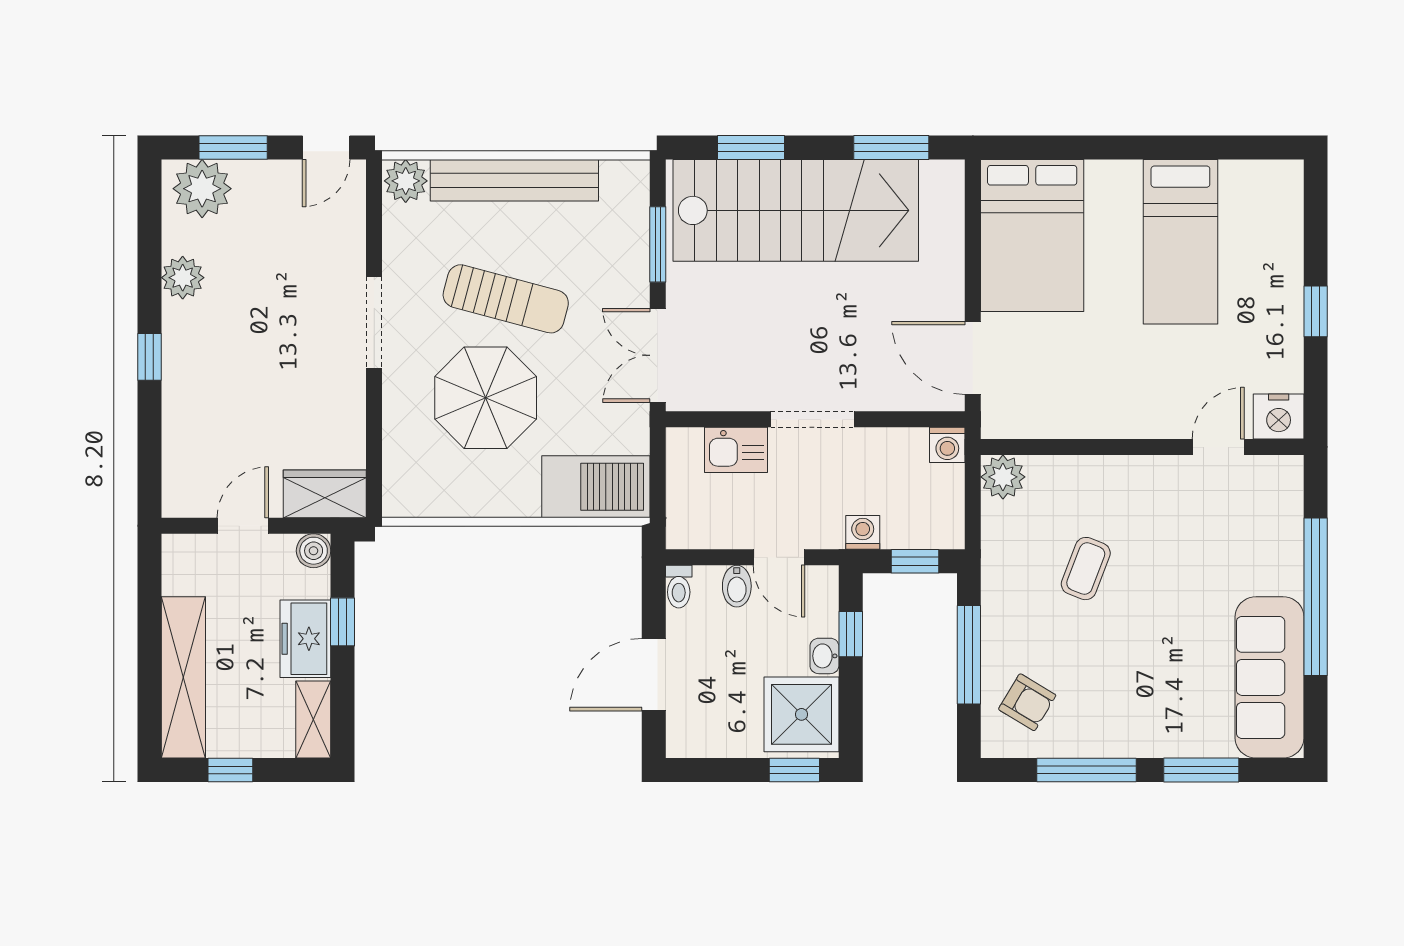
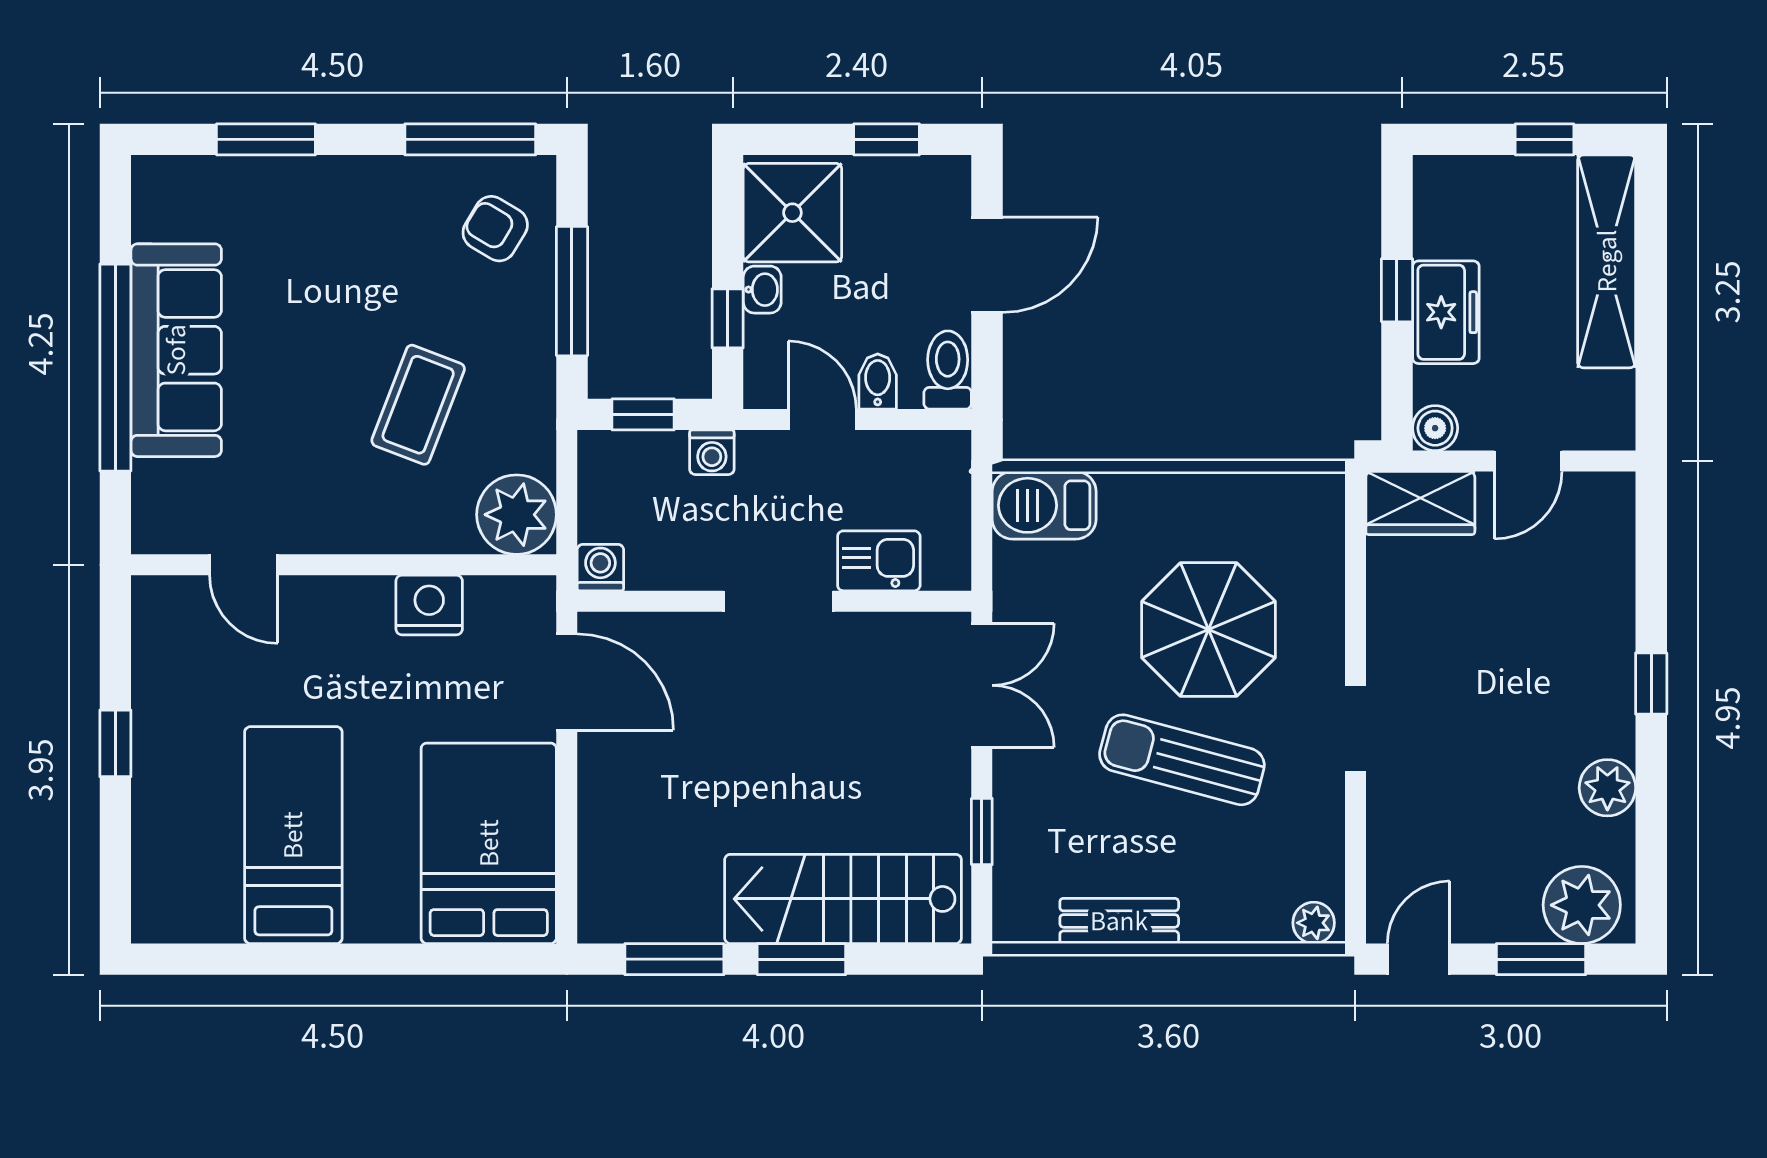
window: (751, 148) -> (801, 959), moved
bench: (514, 180) -> (1119, 921), width x0.54, depth x0.82
plant: (406, 181) -> (1314, 923), width x0.73, depth x0.73
stairs: (796, 210) -> (843, 899), width x0.73, depth x0.66
window: (658, 244) -> (982, 831), width x0.67
doorway: (374, 323) -> (1355, 728), width x0.73
nightstand: (1279, 416) -> (429, 605), moved
door: (1218, 447) -> (244, 565), hinge flipped
plant: (1003, 477) -> (517, 515), width x1.36, depth x1.36
barbecue: (596, 487) -> (1044, 505), width x0.73, depth x0.83
coffee table: (1086, 569) -> (418, 405), width x1.36, depth x1.30
toilet: (679, 587) -> (948, 370), width x1.37, depth x1.39
window: (342, 622) -> (1397, 290), moved
sofa: (1269, 677) -> (176, 350), moved
shelving: (313, 720) -> (1435, 206), removed
window: (794, 770) -> (887, 139), moved
window: (1087, 770) -> (470, 139), moved

